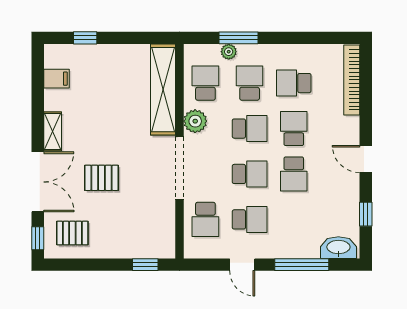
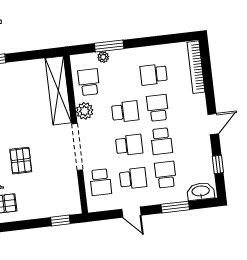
school desk: (250, 83) -> (165, 175), moved
door: (366, 159) -> (213, 124), swing flipped
pallet: (102, 178) -> (21, 161), turned 90
window: (302, 265) -> (175, 207), width x0.69

